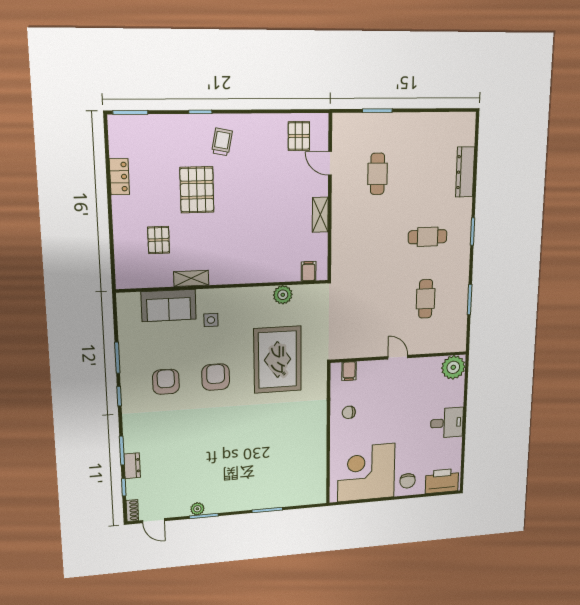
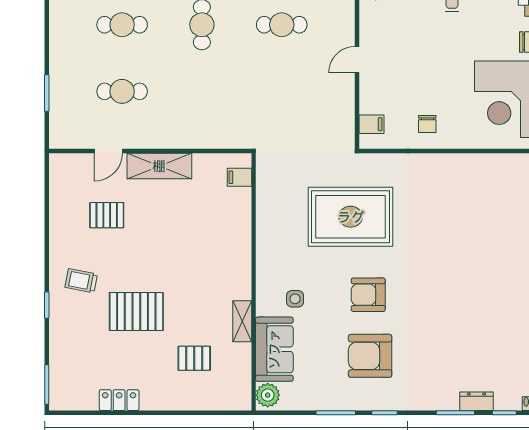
pallet: (299, 136) -> (107, 215), moved
cafe table: (430, 173) -> (122, 25), added
shelving: (320, 215) -> (159, 166), width x1.50, depth x1.33
plant: (283, 295) -> (268, 395), moved
armchair: (166, 382) -> (370, 356), width x1.36, depth x1.36

